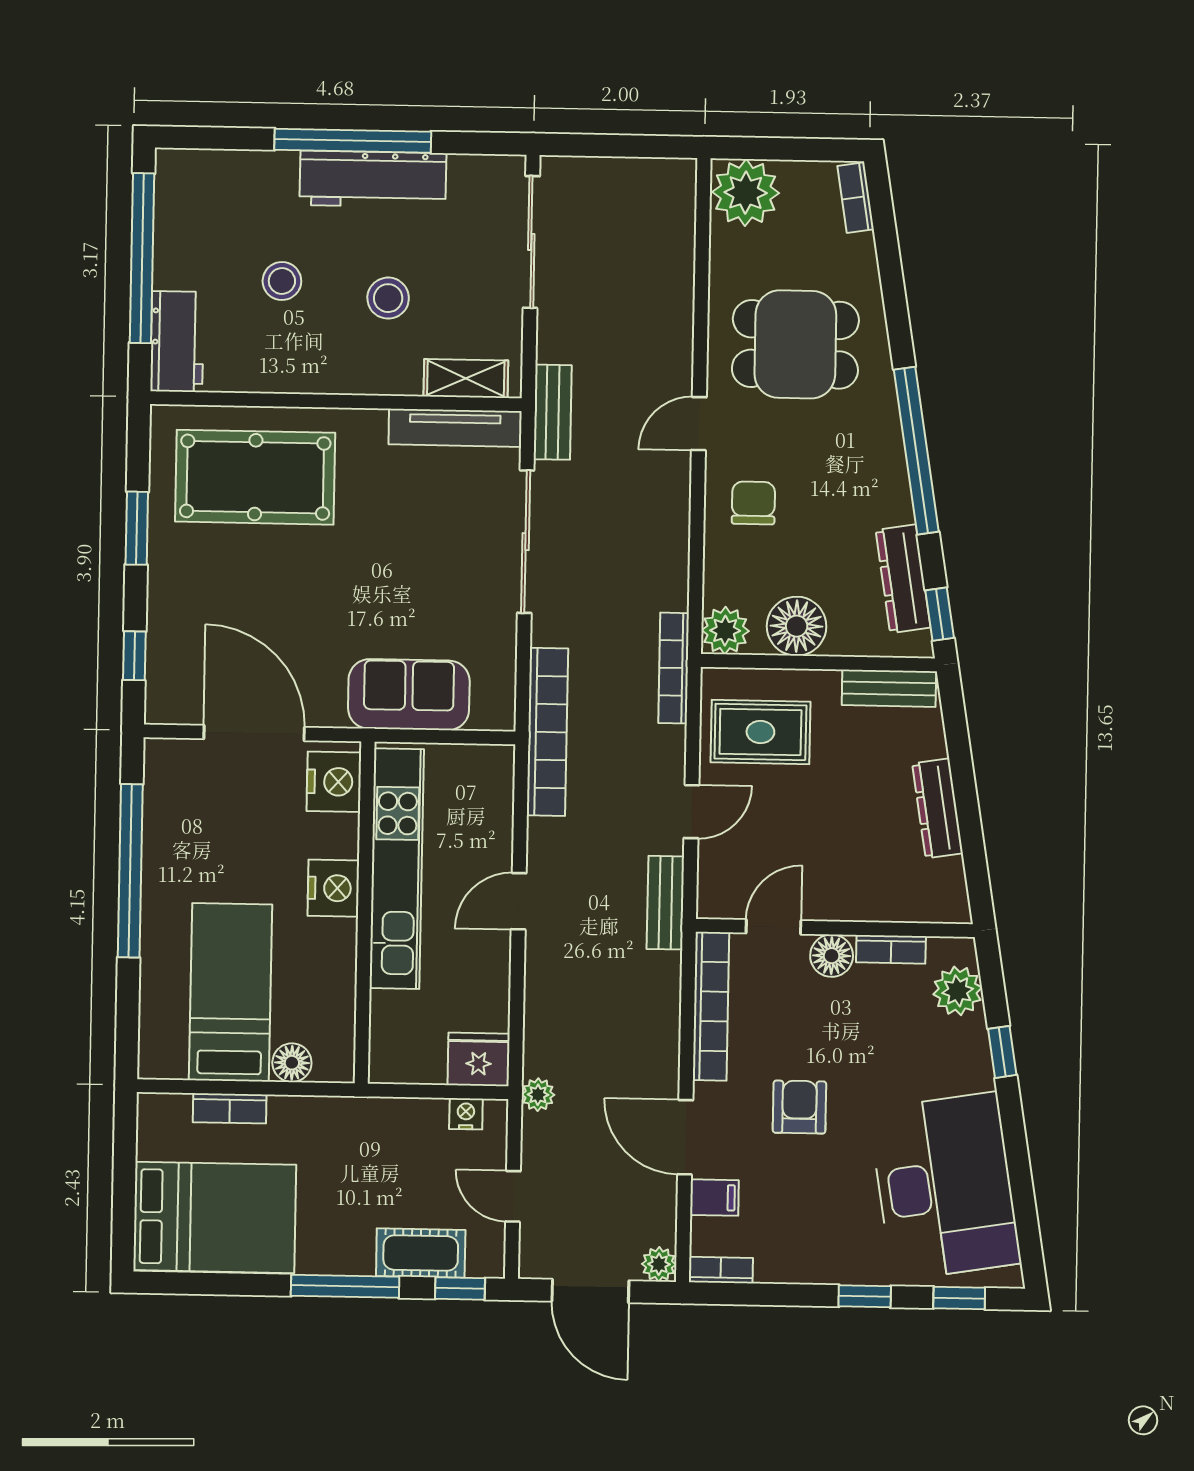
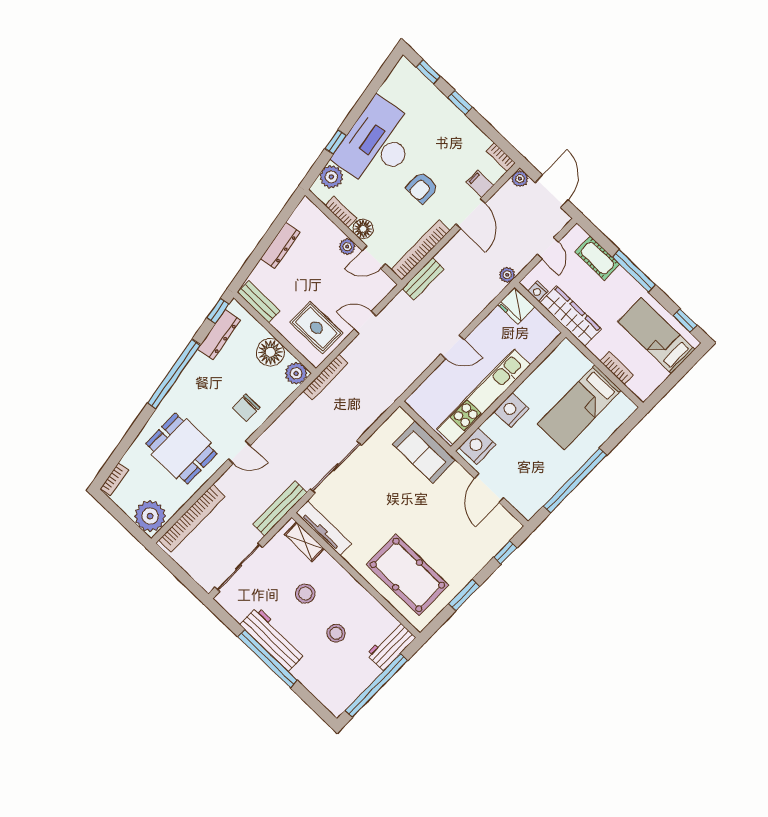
bench: (553, 412) -> (280, 508), width x1.36
bookcase: (547, 732) -> (192, 518), moved, turned 180
door: (254, 733) -> (489, 488), width x0.73
bench: (665, 903) -> (423, 279), moved
plant: (831, 904) -> (347, 247), added
floor lamp: (292, 1063) -> (581, 364), removed
wardrobe: (379, 1123) -> (570, 316), added
desk: (945, 1186) -> (378, 144), moved
bed: (215, 1217) -> (656, 336), width x0.67
window: (460, 1288) -> (685, 321), moved

